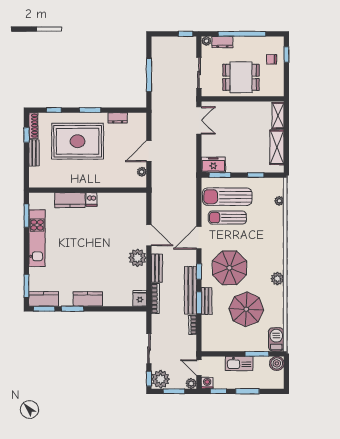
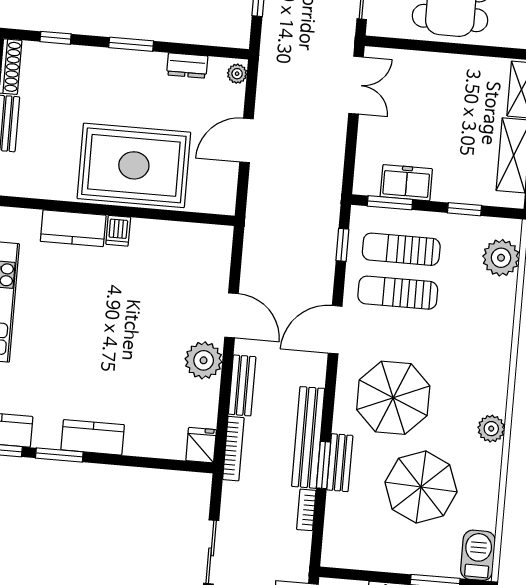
rug: (78, 141) -> (134, 165), moved
freezer: (213, 165) -> (406, 183), moved
plant: (142, 172) -> (237, 74), moved
sun lounger: (227, 197) -> (401, 249), width x0.73, depth x0.75
plant: (279, 201) -> (501, 258), width x1.87, depth x1.87
window: (199, 272) -> (342, 245), moved

